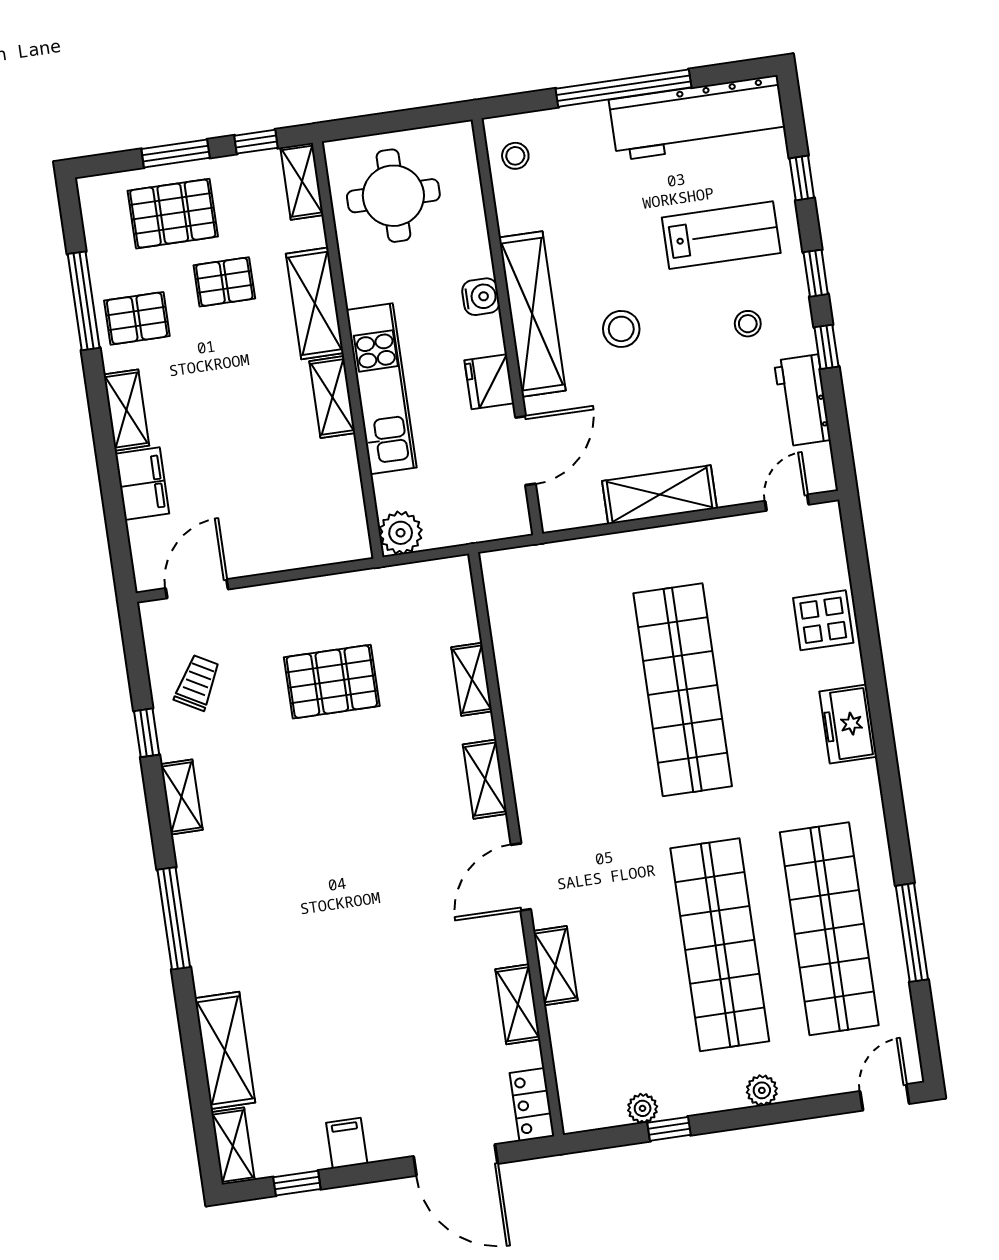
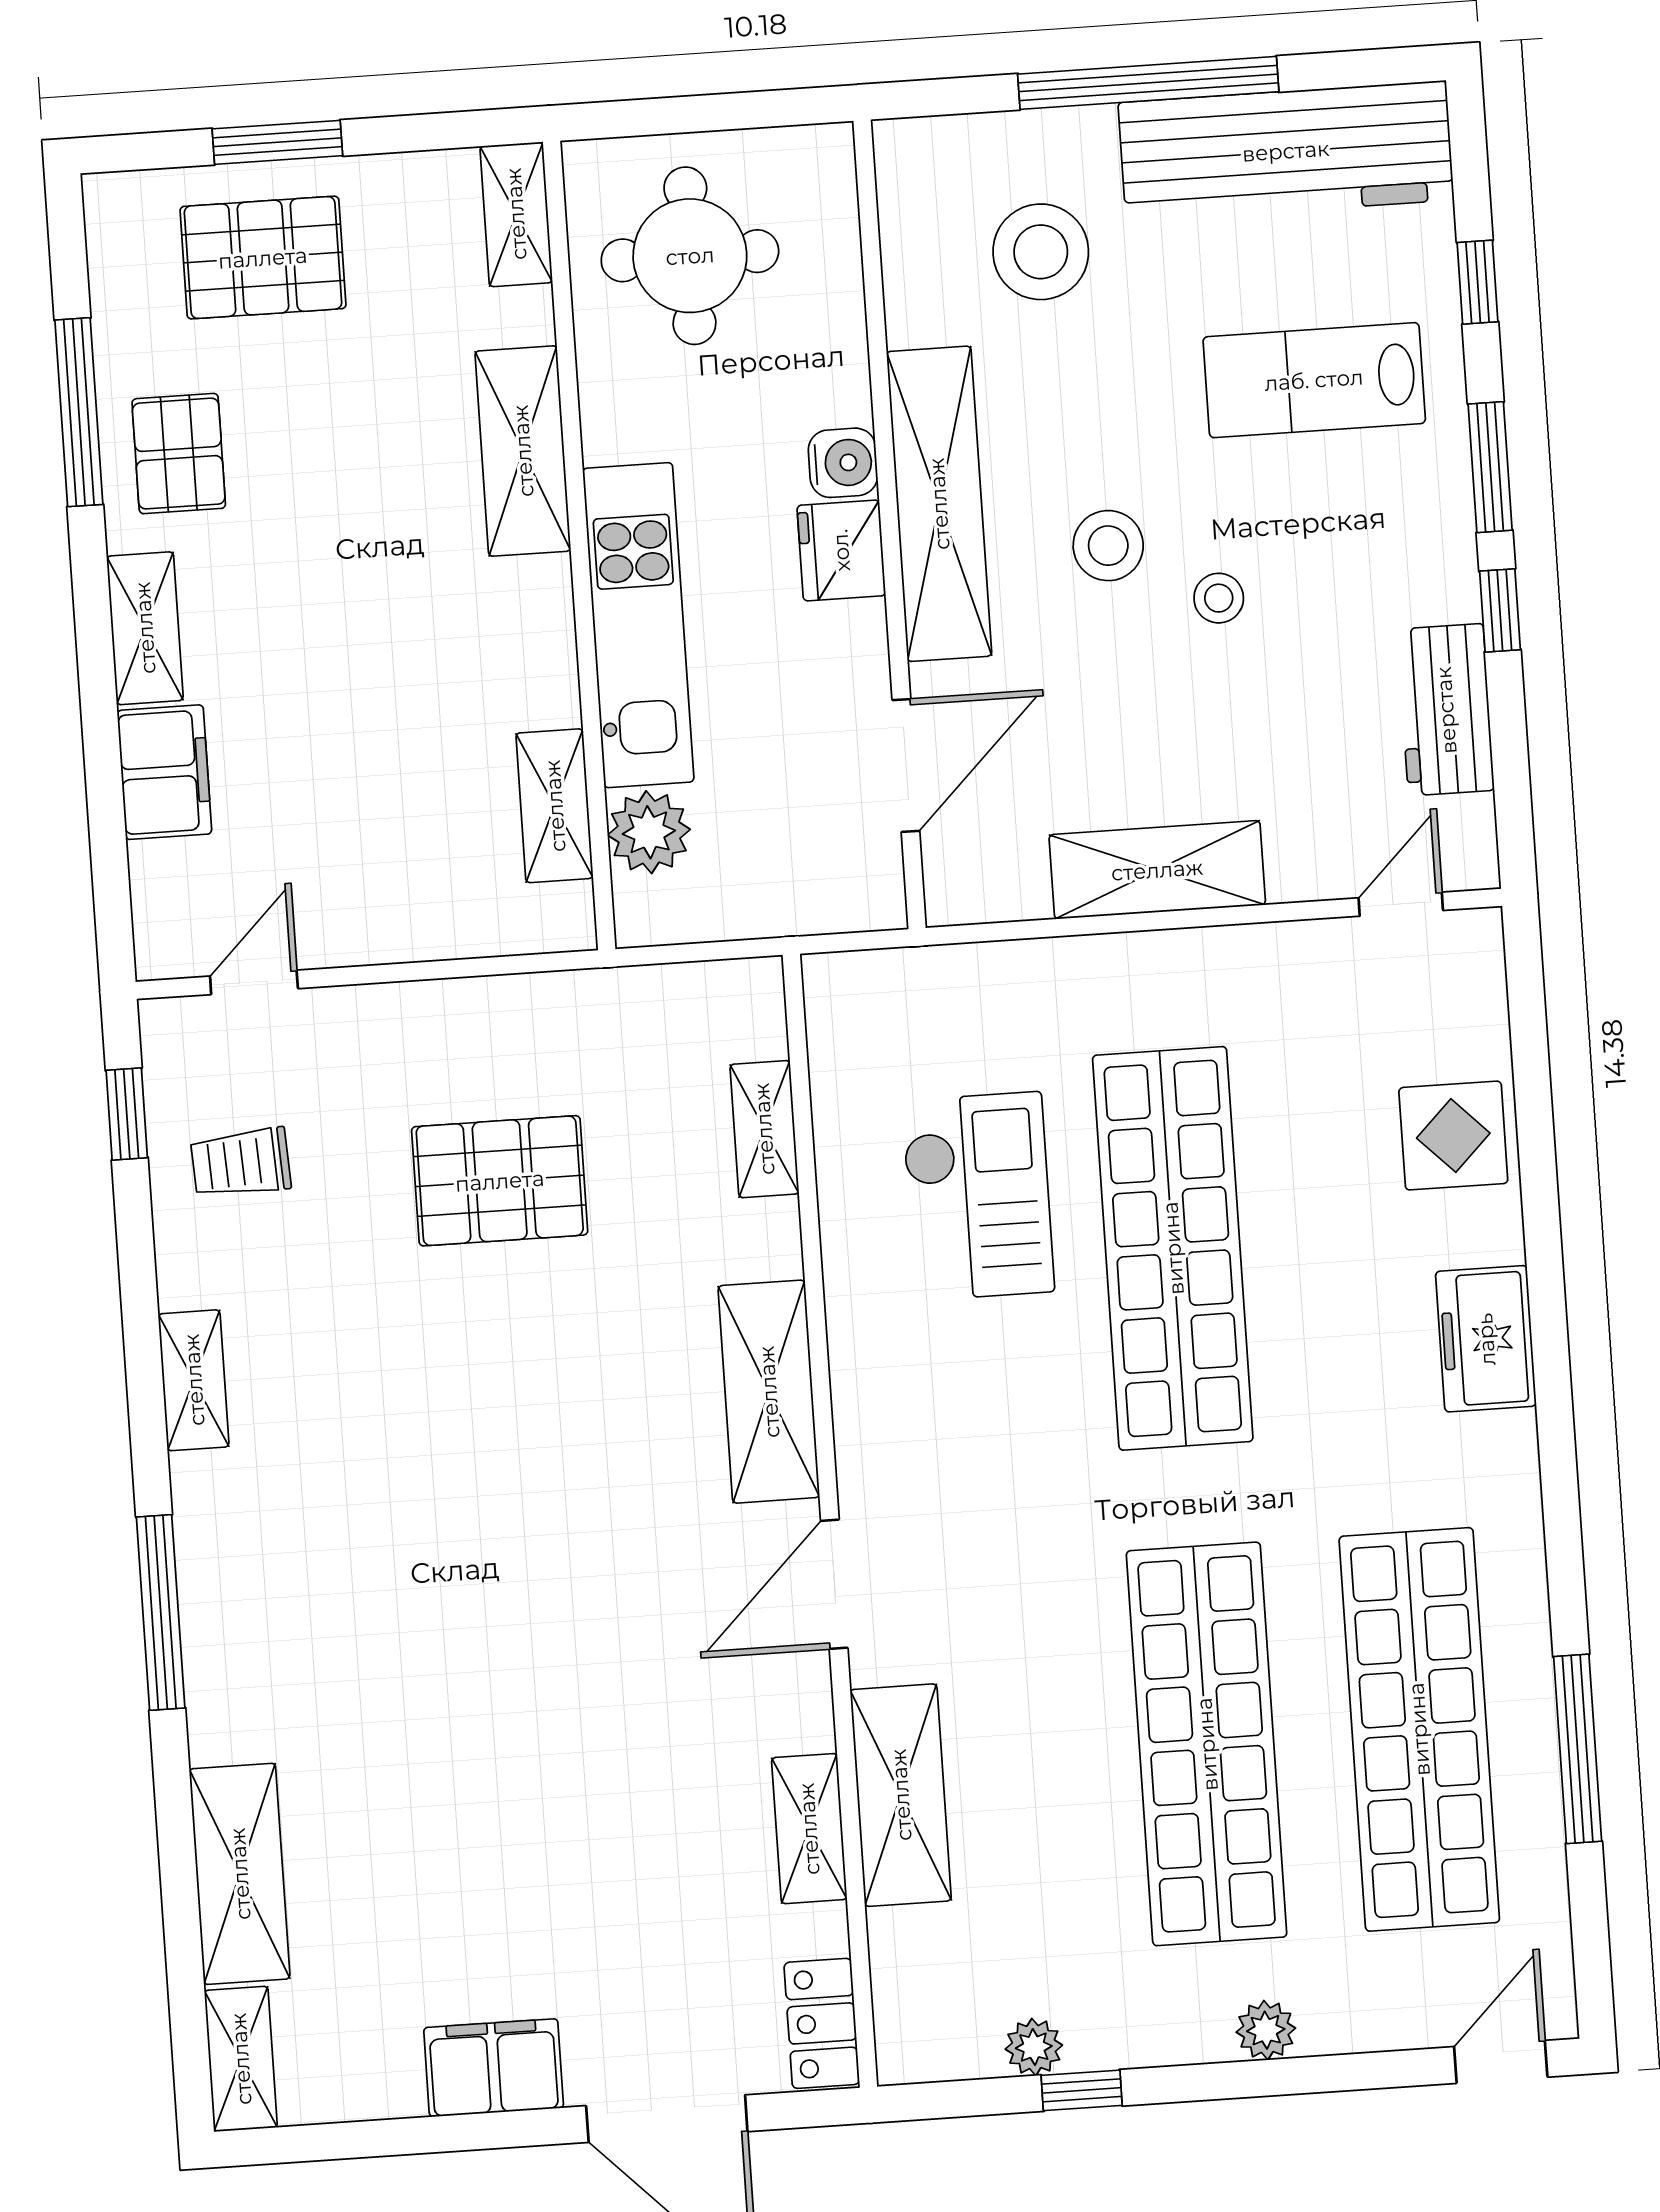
window: (256, 142) -> (434, 132), removed
stool: (515, 156) -> (1041, 252), moved, width x1.89, depth x1.89
lab bench: (721, 235) -> (1314, 380), turned 180
window: (816, 273) -> (1490, 467), width x1.50
pallet: (224, 282) -> (352, 396), removed
pallet: (137, 318) -> (179, 454), turned 90
stool: (748, 324) -> (1219, 598), moved
fridge: (489, 382) -> (841, 550), moved
shelving: (332, 397) -> (555, 806), moved
plant: (401, 533) -> (649, 832), moved
door: (197, 589) -> (254, 982), width x0.73
checkout: (580, 671) -> (978, 1196), added
shelving: (472, 679) -> (764, 1129), moved
trolley: (197, 683) -> (241, 1163), turned -122
window: (147, 733) -> (127, 1114), moved
shelving: (485, 779) -> (769, 1392), width x1.50, depth x1.33
shelving: (555, 966) -> (901, 1795), width x1.50, depth x1.33
filing cabinet: (347, 1143) -> (494, 2068), width x2.00
window: (297, 1183) -> (358, 2140), removed

